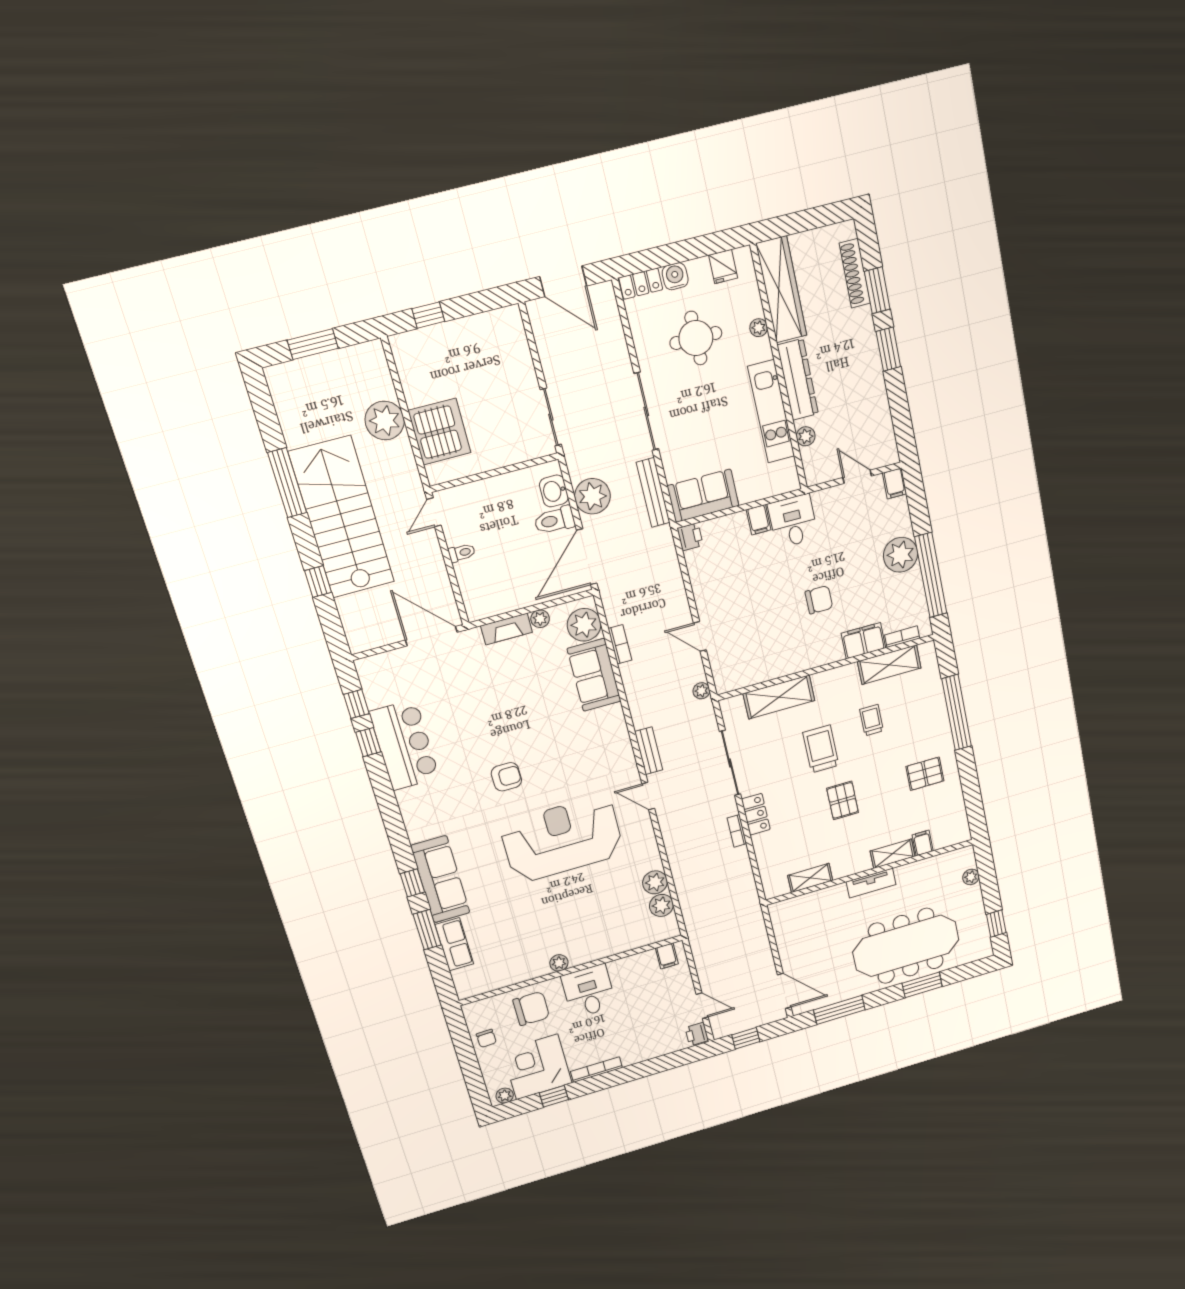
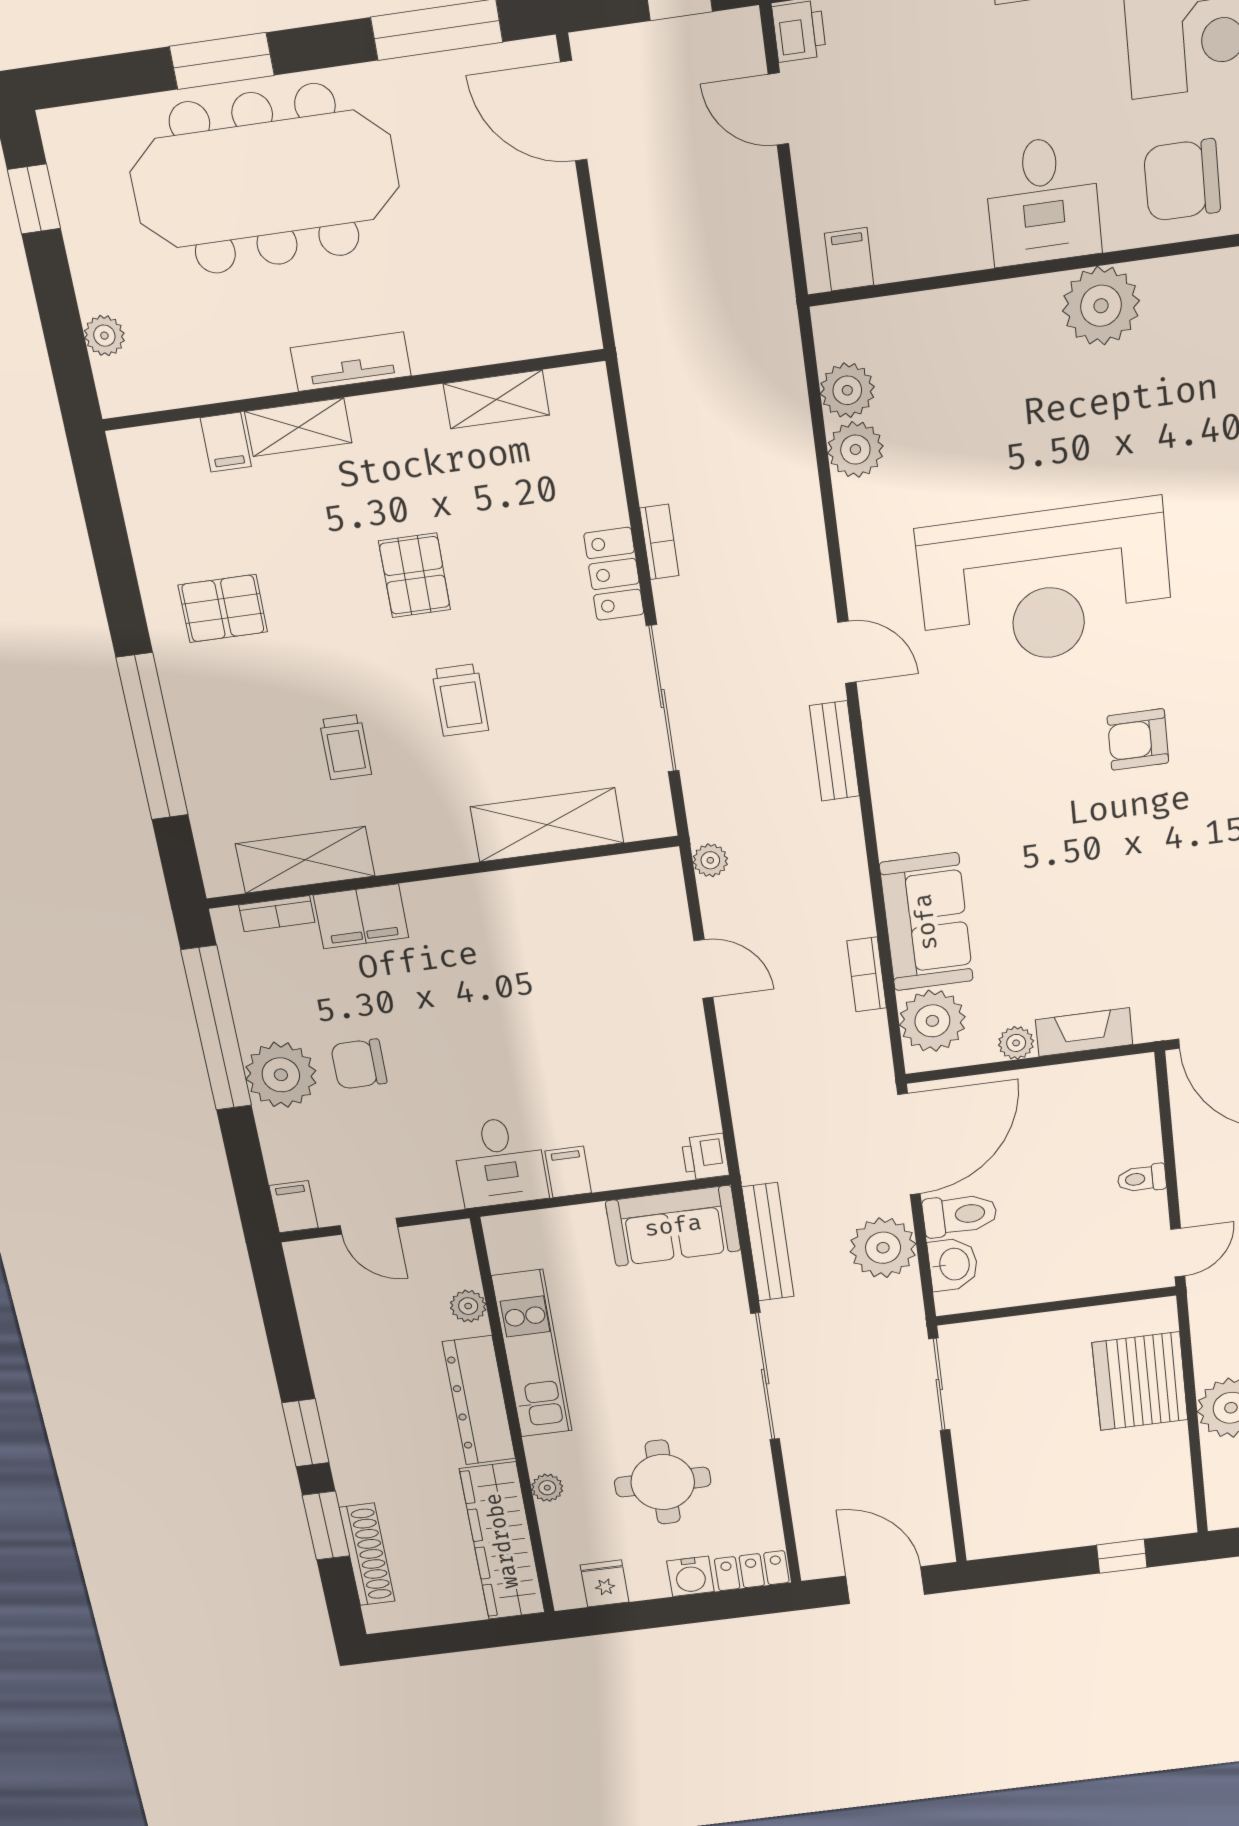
chair: (819, 600) -> (359, 1064), moved
trolley: (821, 749) -> (460, 700), width x0.73, depth x0.72
plant: (559, 963) -> (1101, 306), width x1.88, depth x1.88

